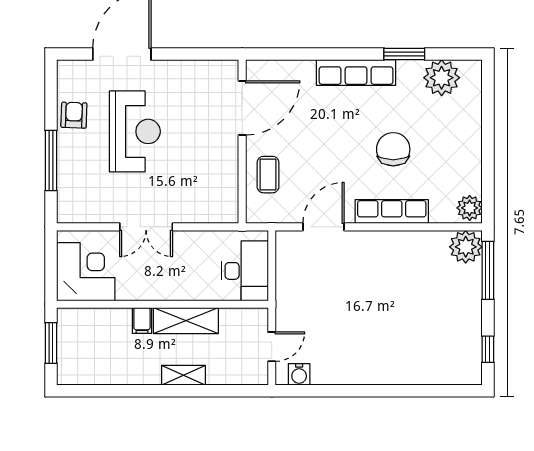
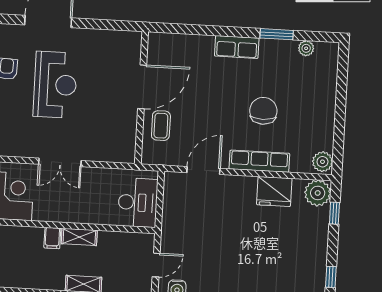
row of seats: (356, 73) -> (237, 47), width x0.68
plant: (442, 78) -> (306, 48), width x0.53, depth x0.53
door: (242, 108) -> (142, 87), moved
fridge: (412, 248) -> (274, 191), added
window: (488, 270) -> (334, 213), width x0.46
shelving: (186, 321) -> (79, 237), width x0.67, depth x0.75

